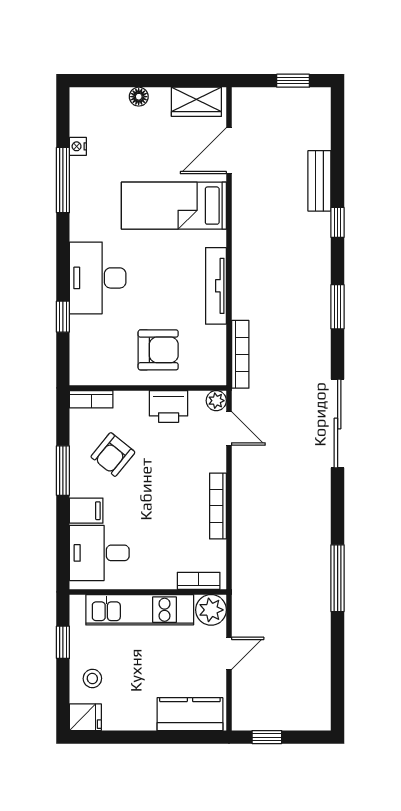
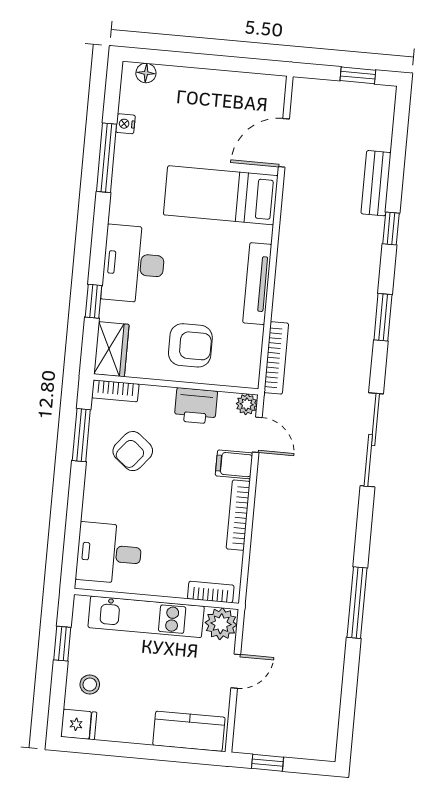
floor lamp: (139, 97) -> (146, 73), moved
wardrobe: (196, 102) -> (111, 349), moved, turned -90
window: (63, 471) -> (81, 435), moved
filing cabinet: (86, 511) -> (234, 464), moved, turned 180

